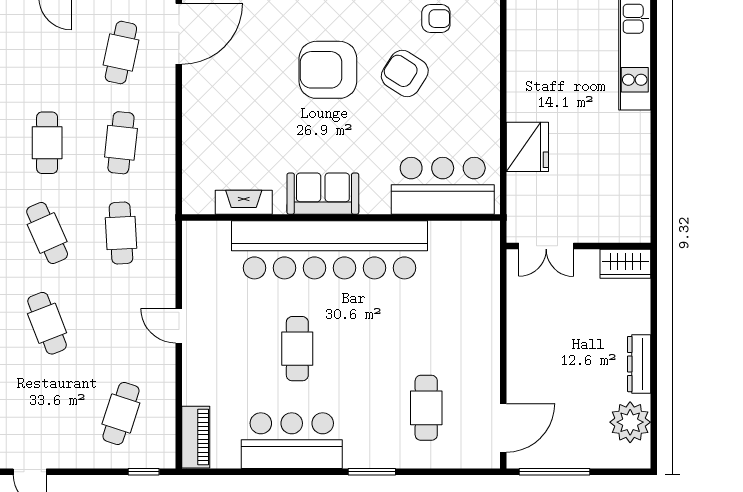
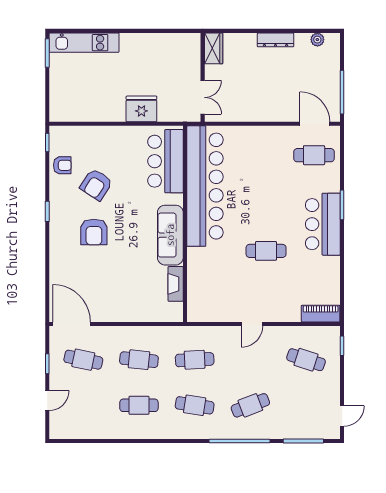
armchair: (436, 19) -> (62, 165), turned 90
armchair: (328, 70) -> (94, 232), width x0.73, depth x0.73
sofa: (323, 194) -> (170, 235), width x1.36
cafe table: (47, 233) -> (195, 405), turned 33
bar counter: (329, 250) -> (205, 186), moved
cafe table: (426, 408) -> (314, 155), moved
plant: (630, 422) -> (317, 40), width x0.53, depth x0.53
bar counter: (292, 441) -> (323, 224), moved

